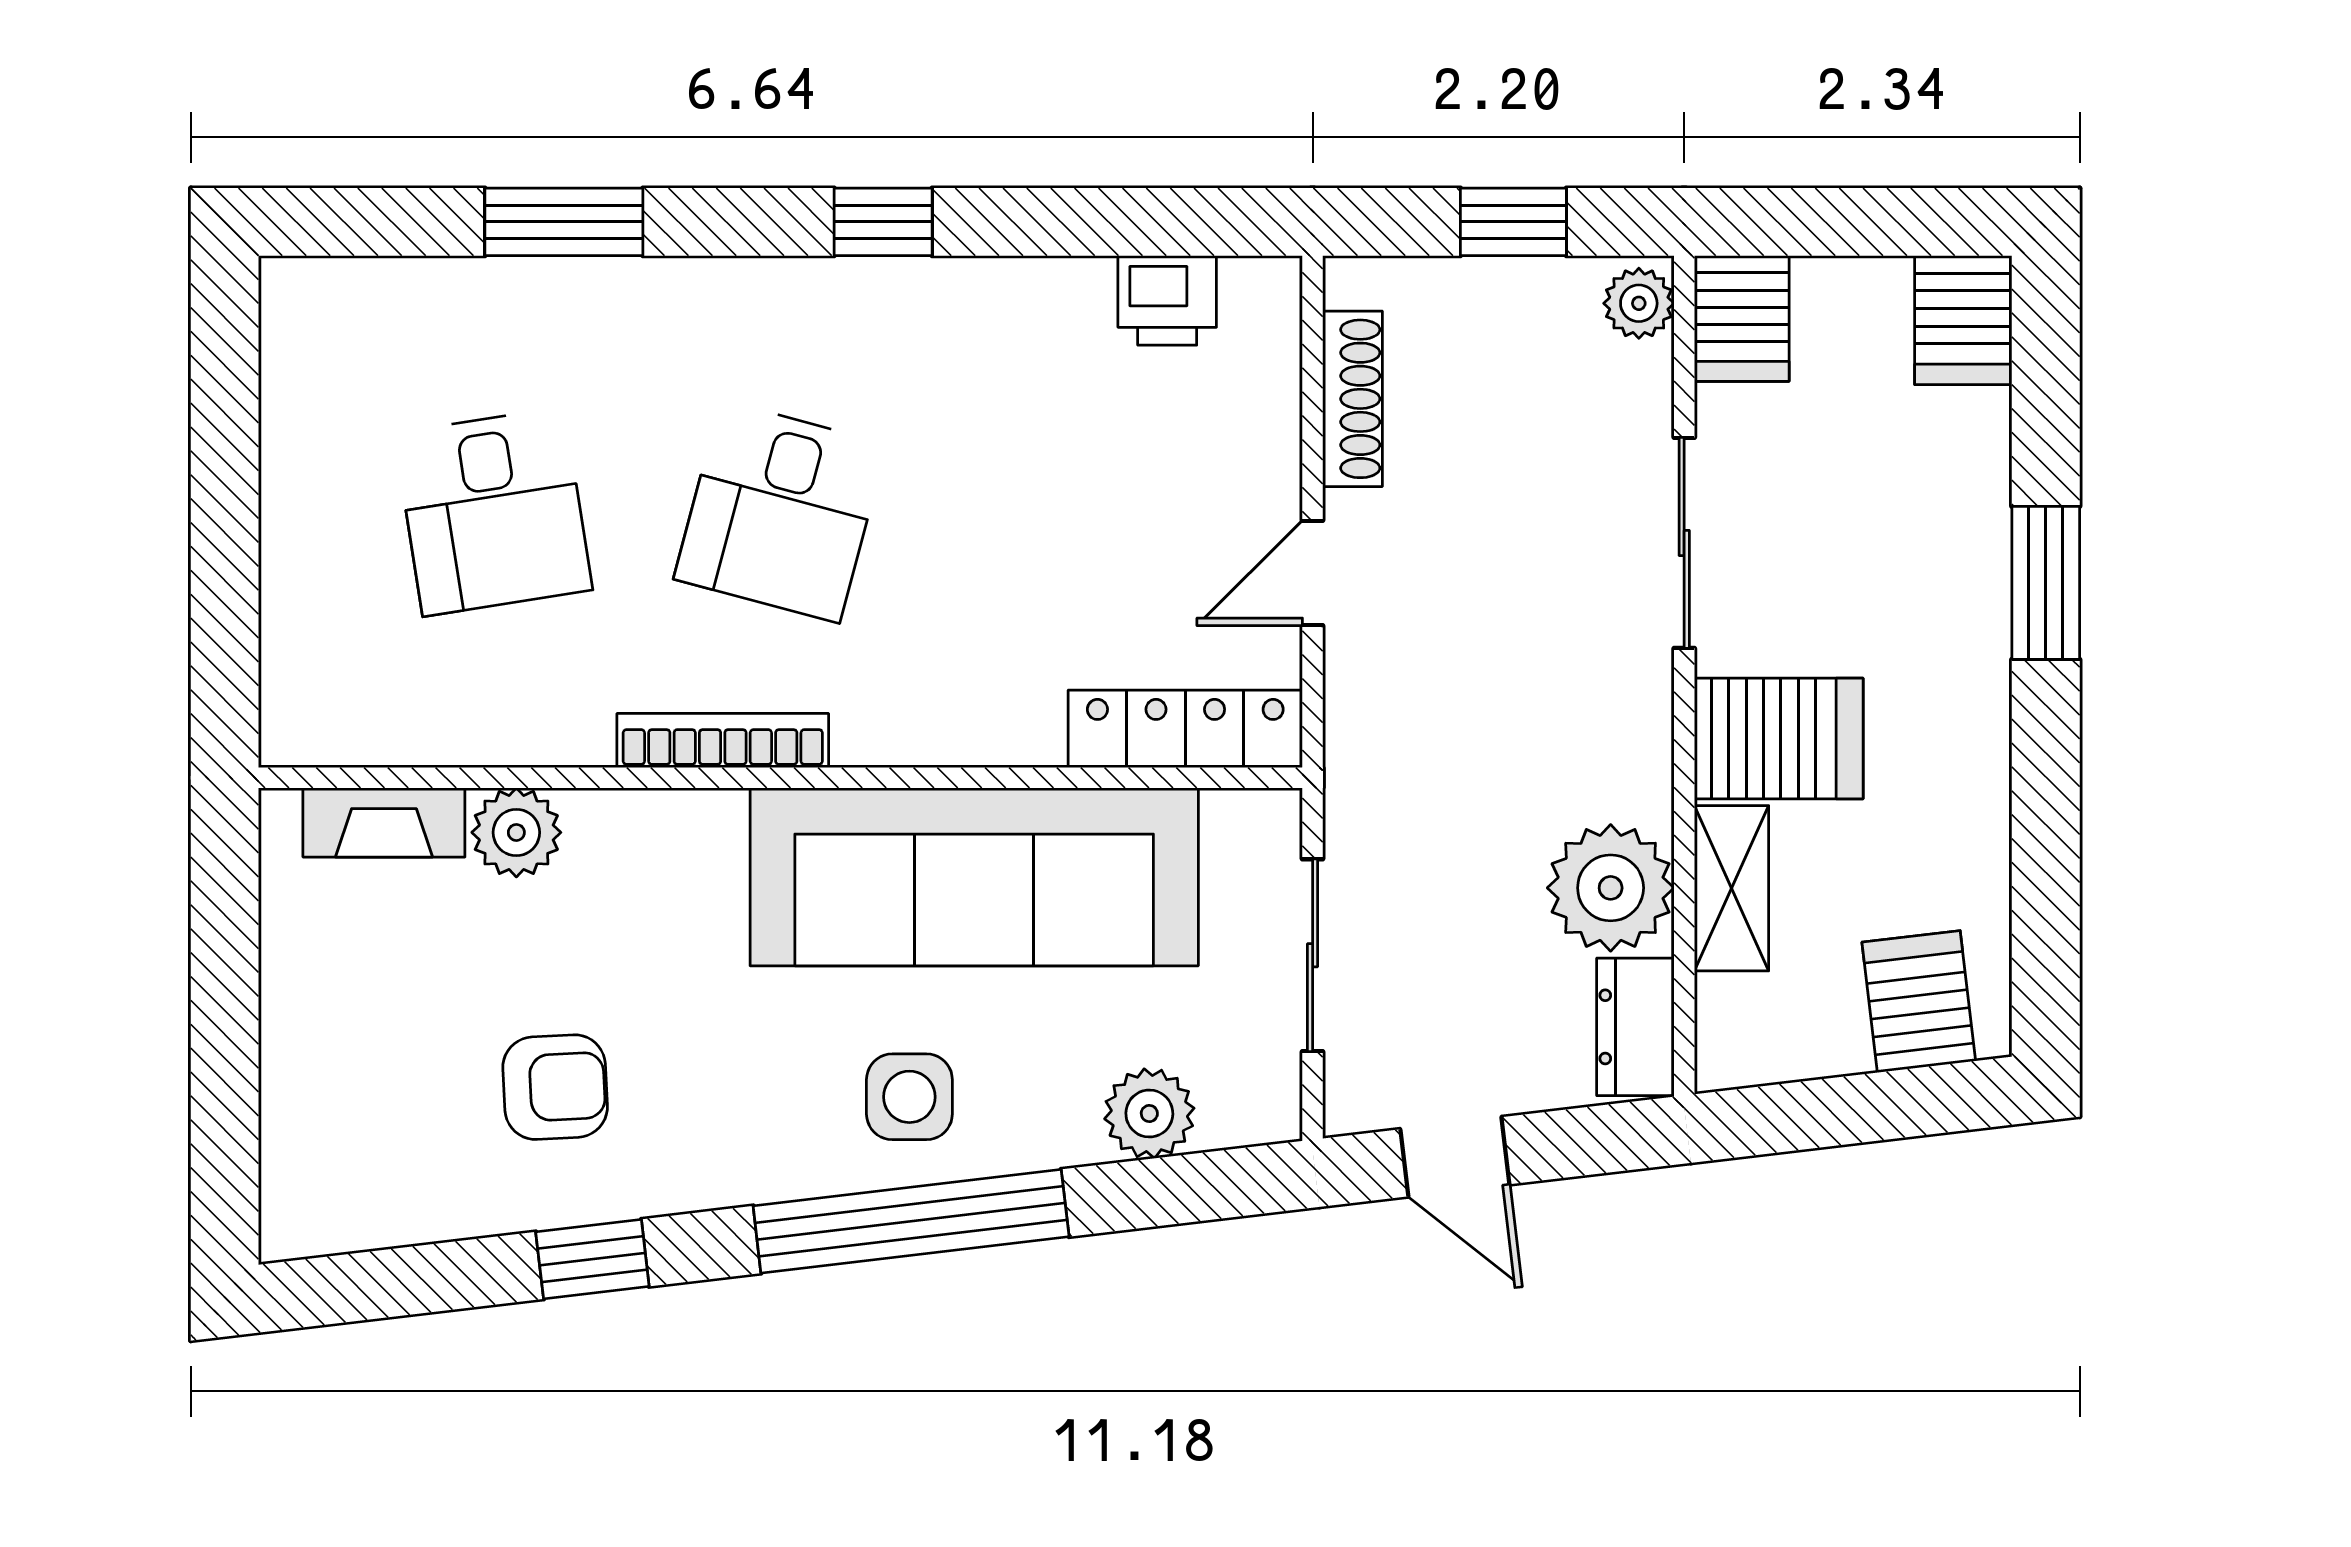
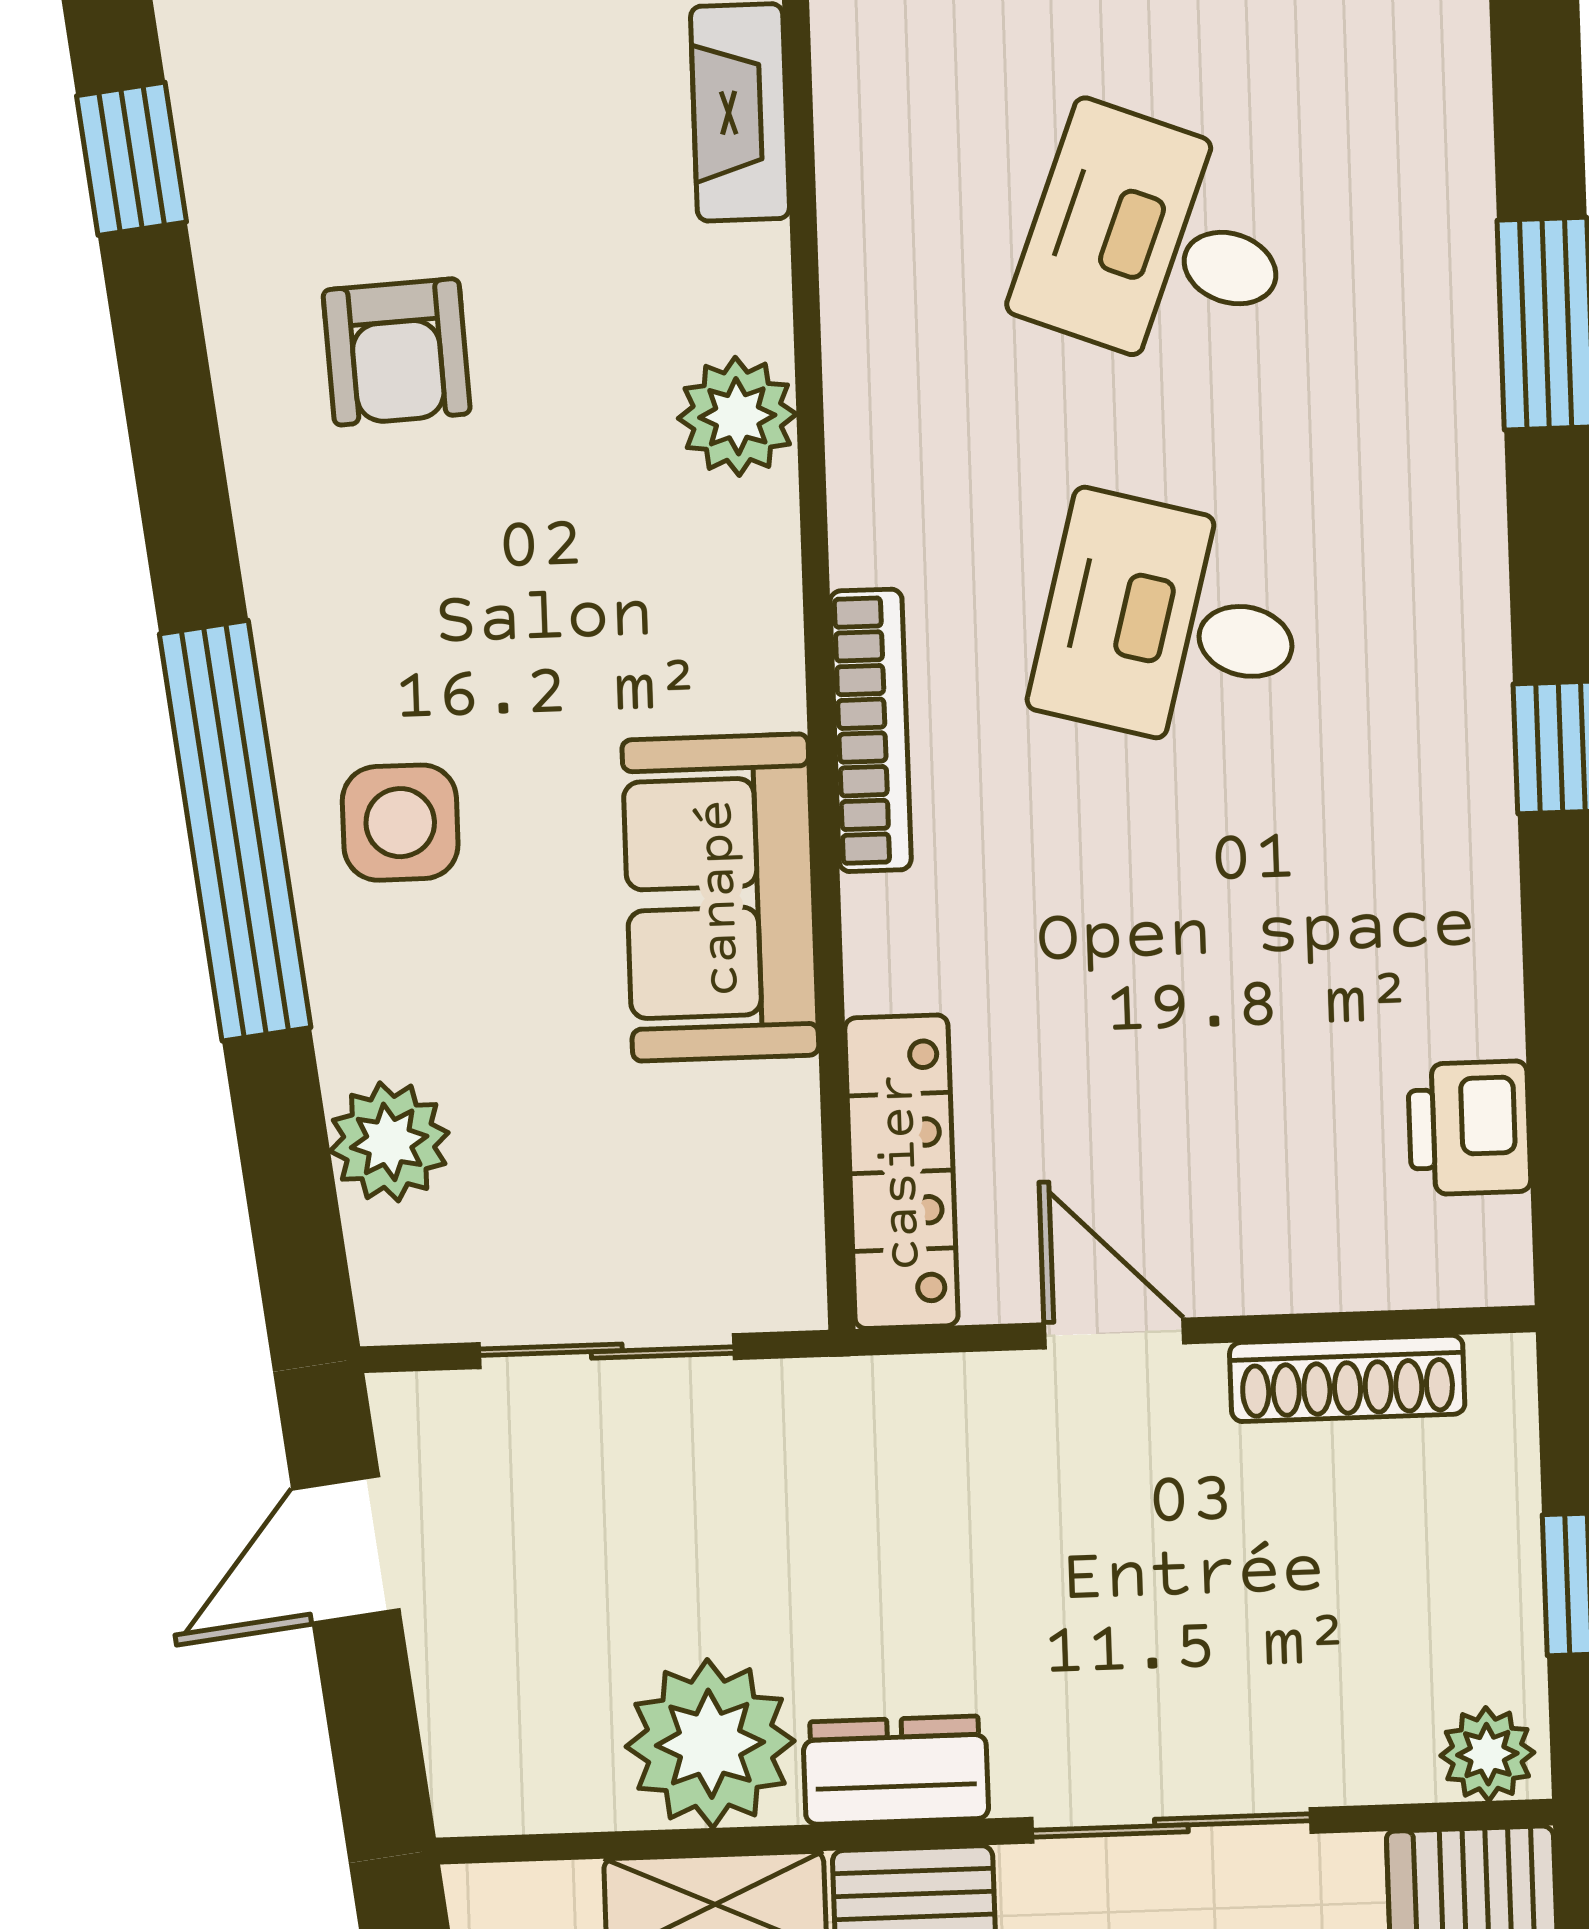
desk: (493, 512) -> (1158, 243), turned 30
bookcase: (723, 740) -> (871, 730), moved
plant: (516, 832) -> (737, 416), moved
sofa: (974, 877) -> (720, 898), width x0.54, depth x0.79
dresser: (1635, 1027) -> (896, 1770), moved
window: (592, 1259) -> (131, 159), moved

